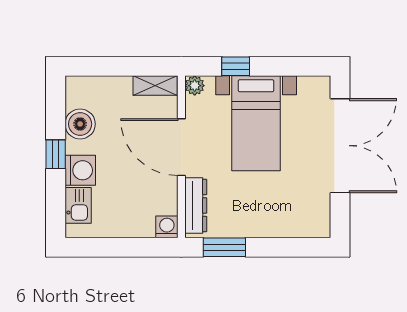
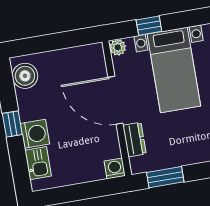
shelving: (155, 86) -> (85, 53), removed
boiler: (80, 124) -> (25, 76), moved
dresser: (196, 205) -> (134, 140), width x0.70

